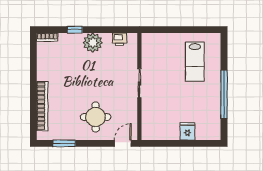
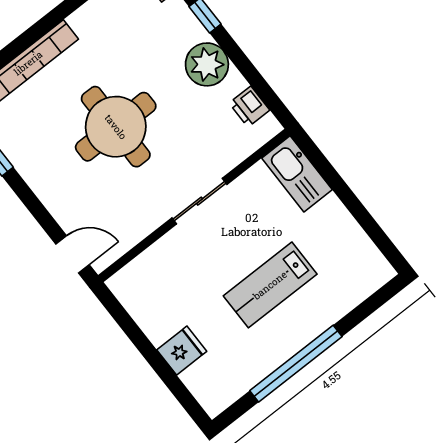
kitchen sink: (157, 41) -> (297, 174), added
lab bench: (195, 62) -> (270, 285), moved
round table: (96, 117) -> (116, 127), moved, width x1.36, depth x1.36

